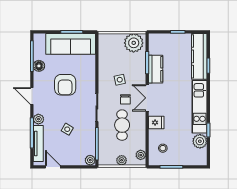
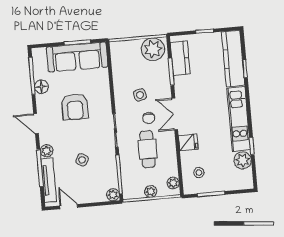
kitchen counter: (156, 69) -> (180, 58), moved

